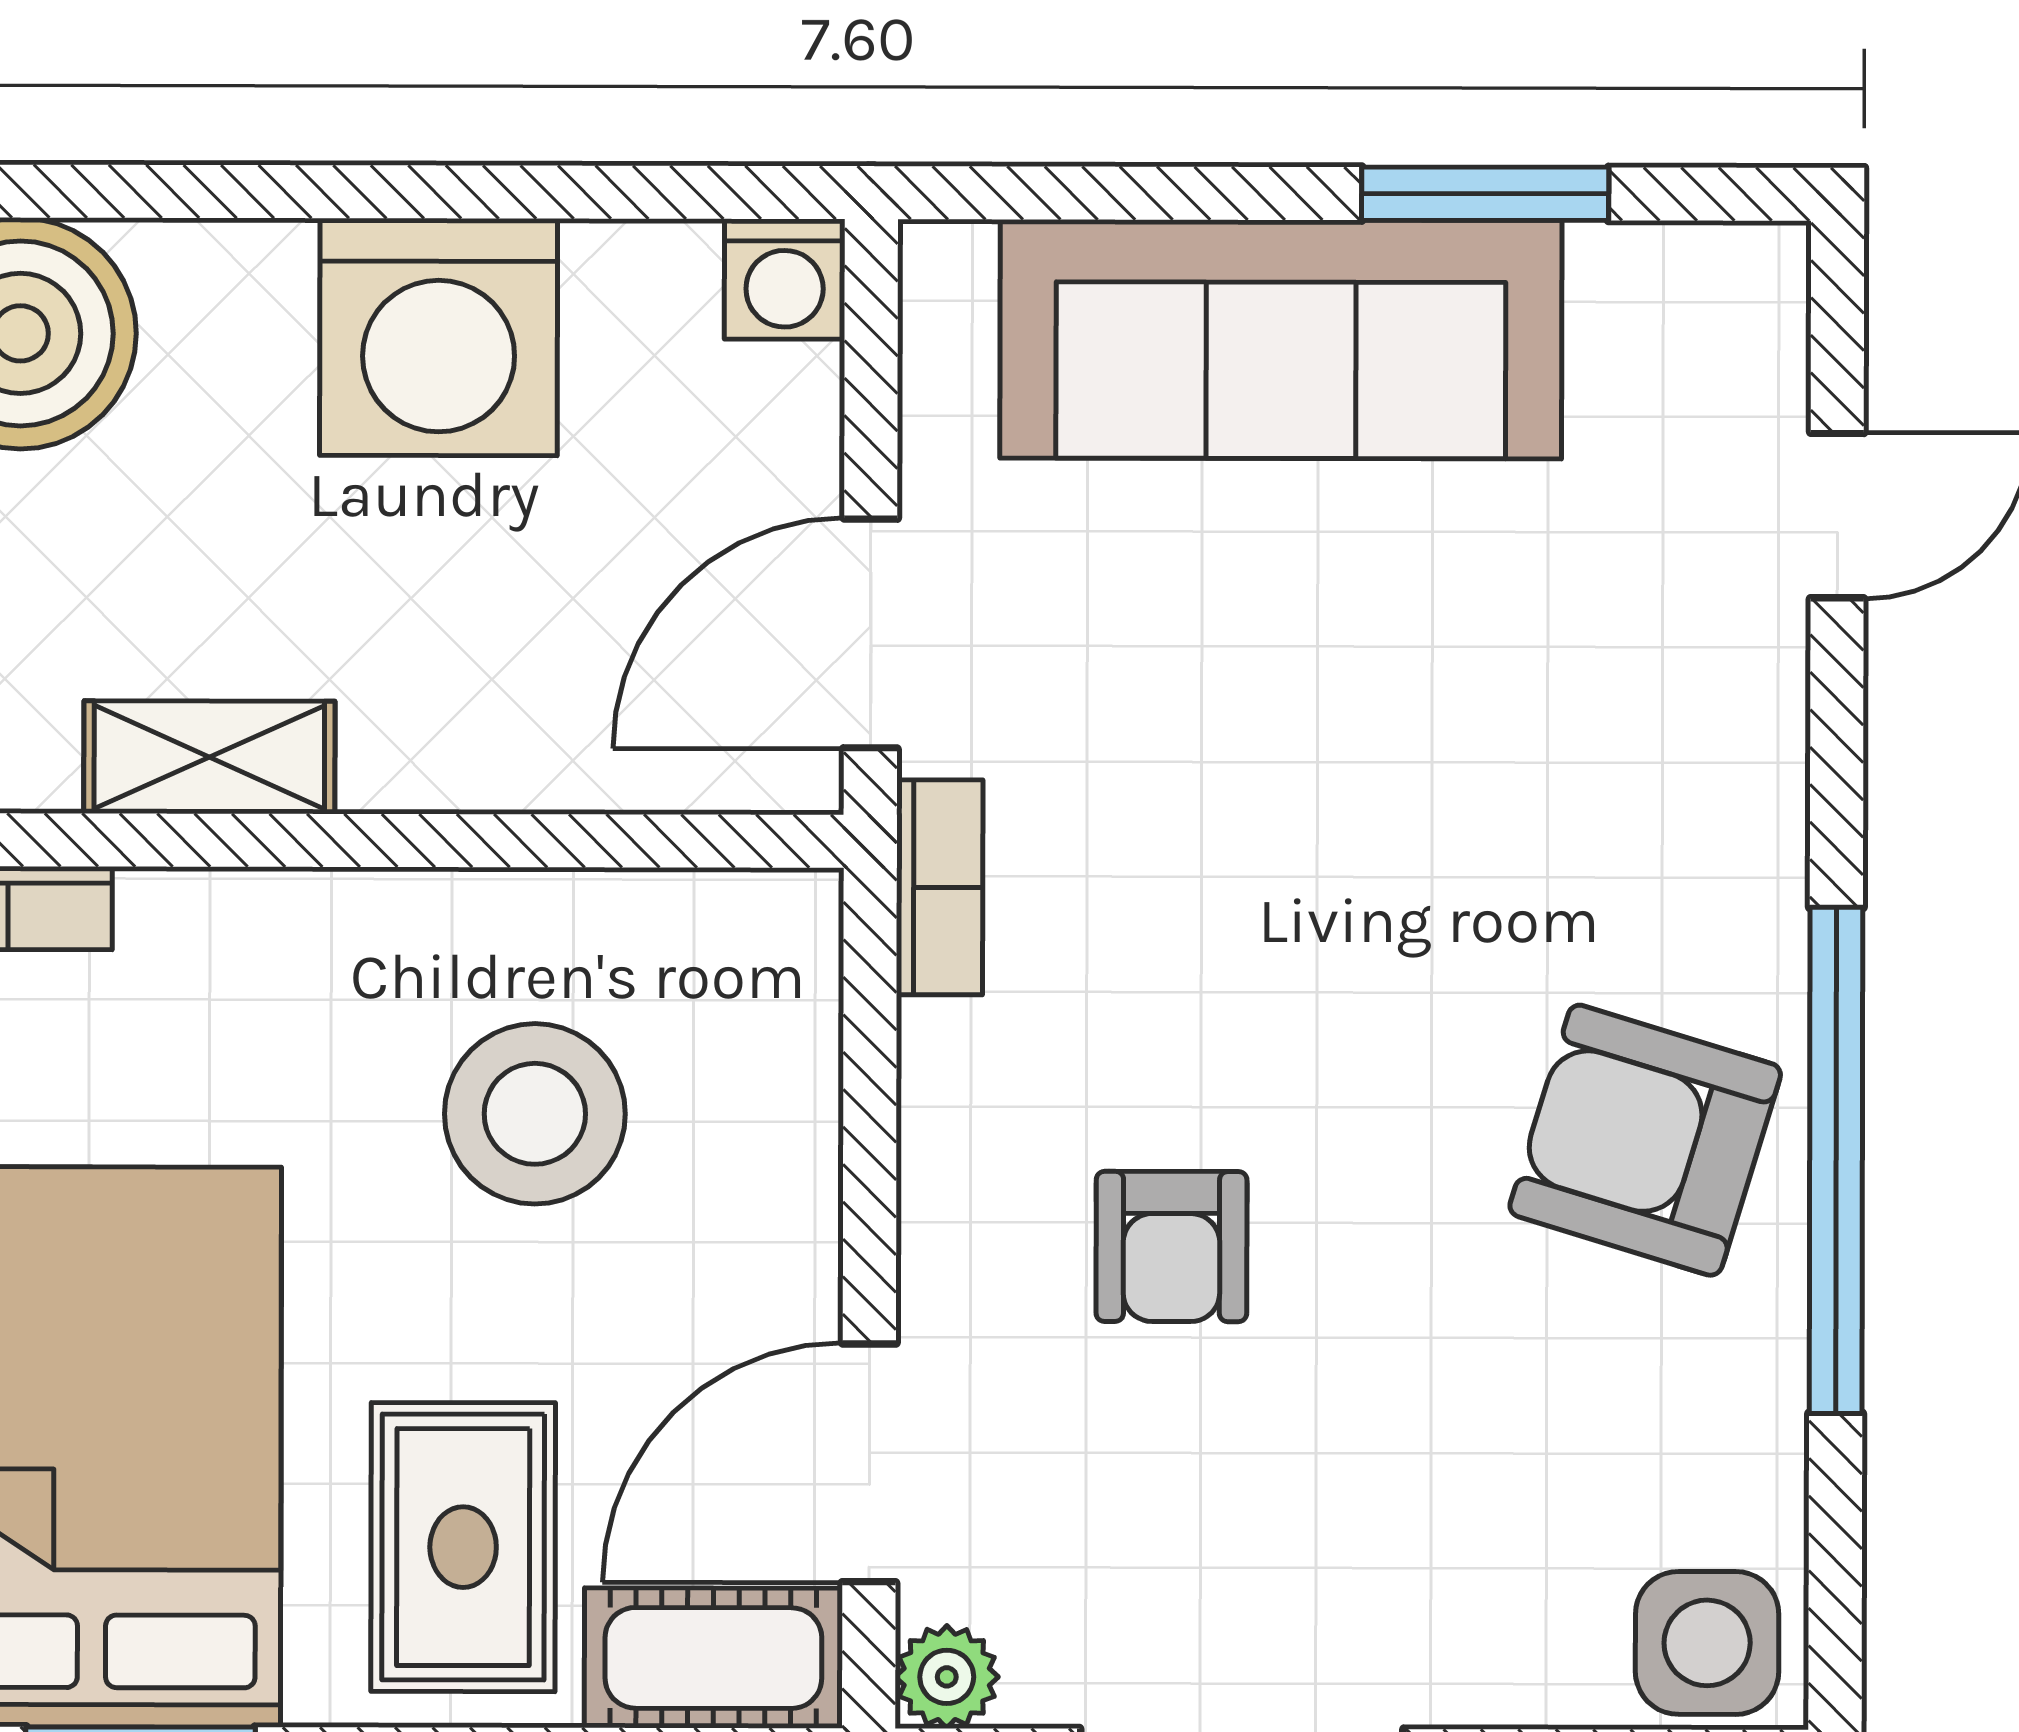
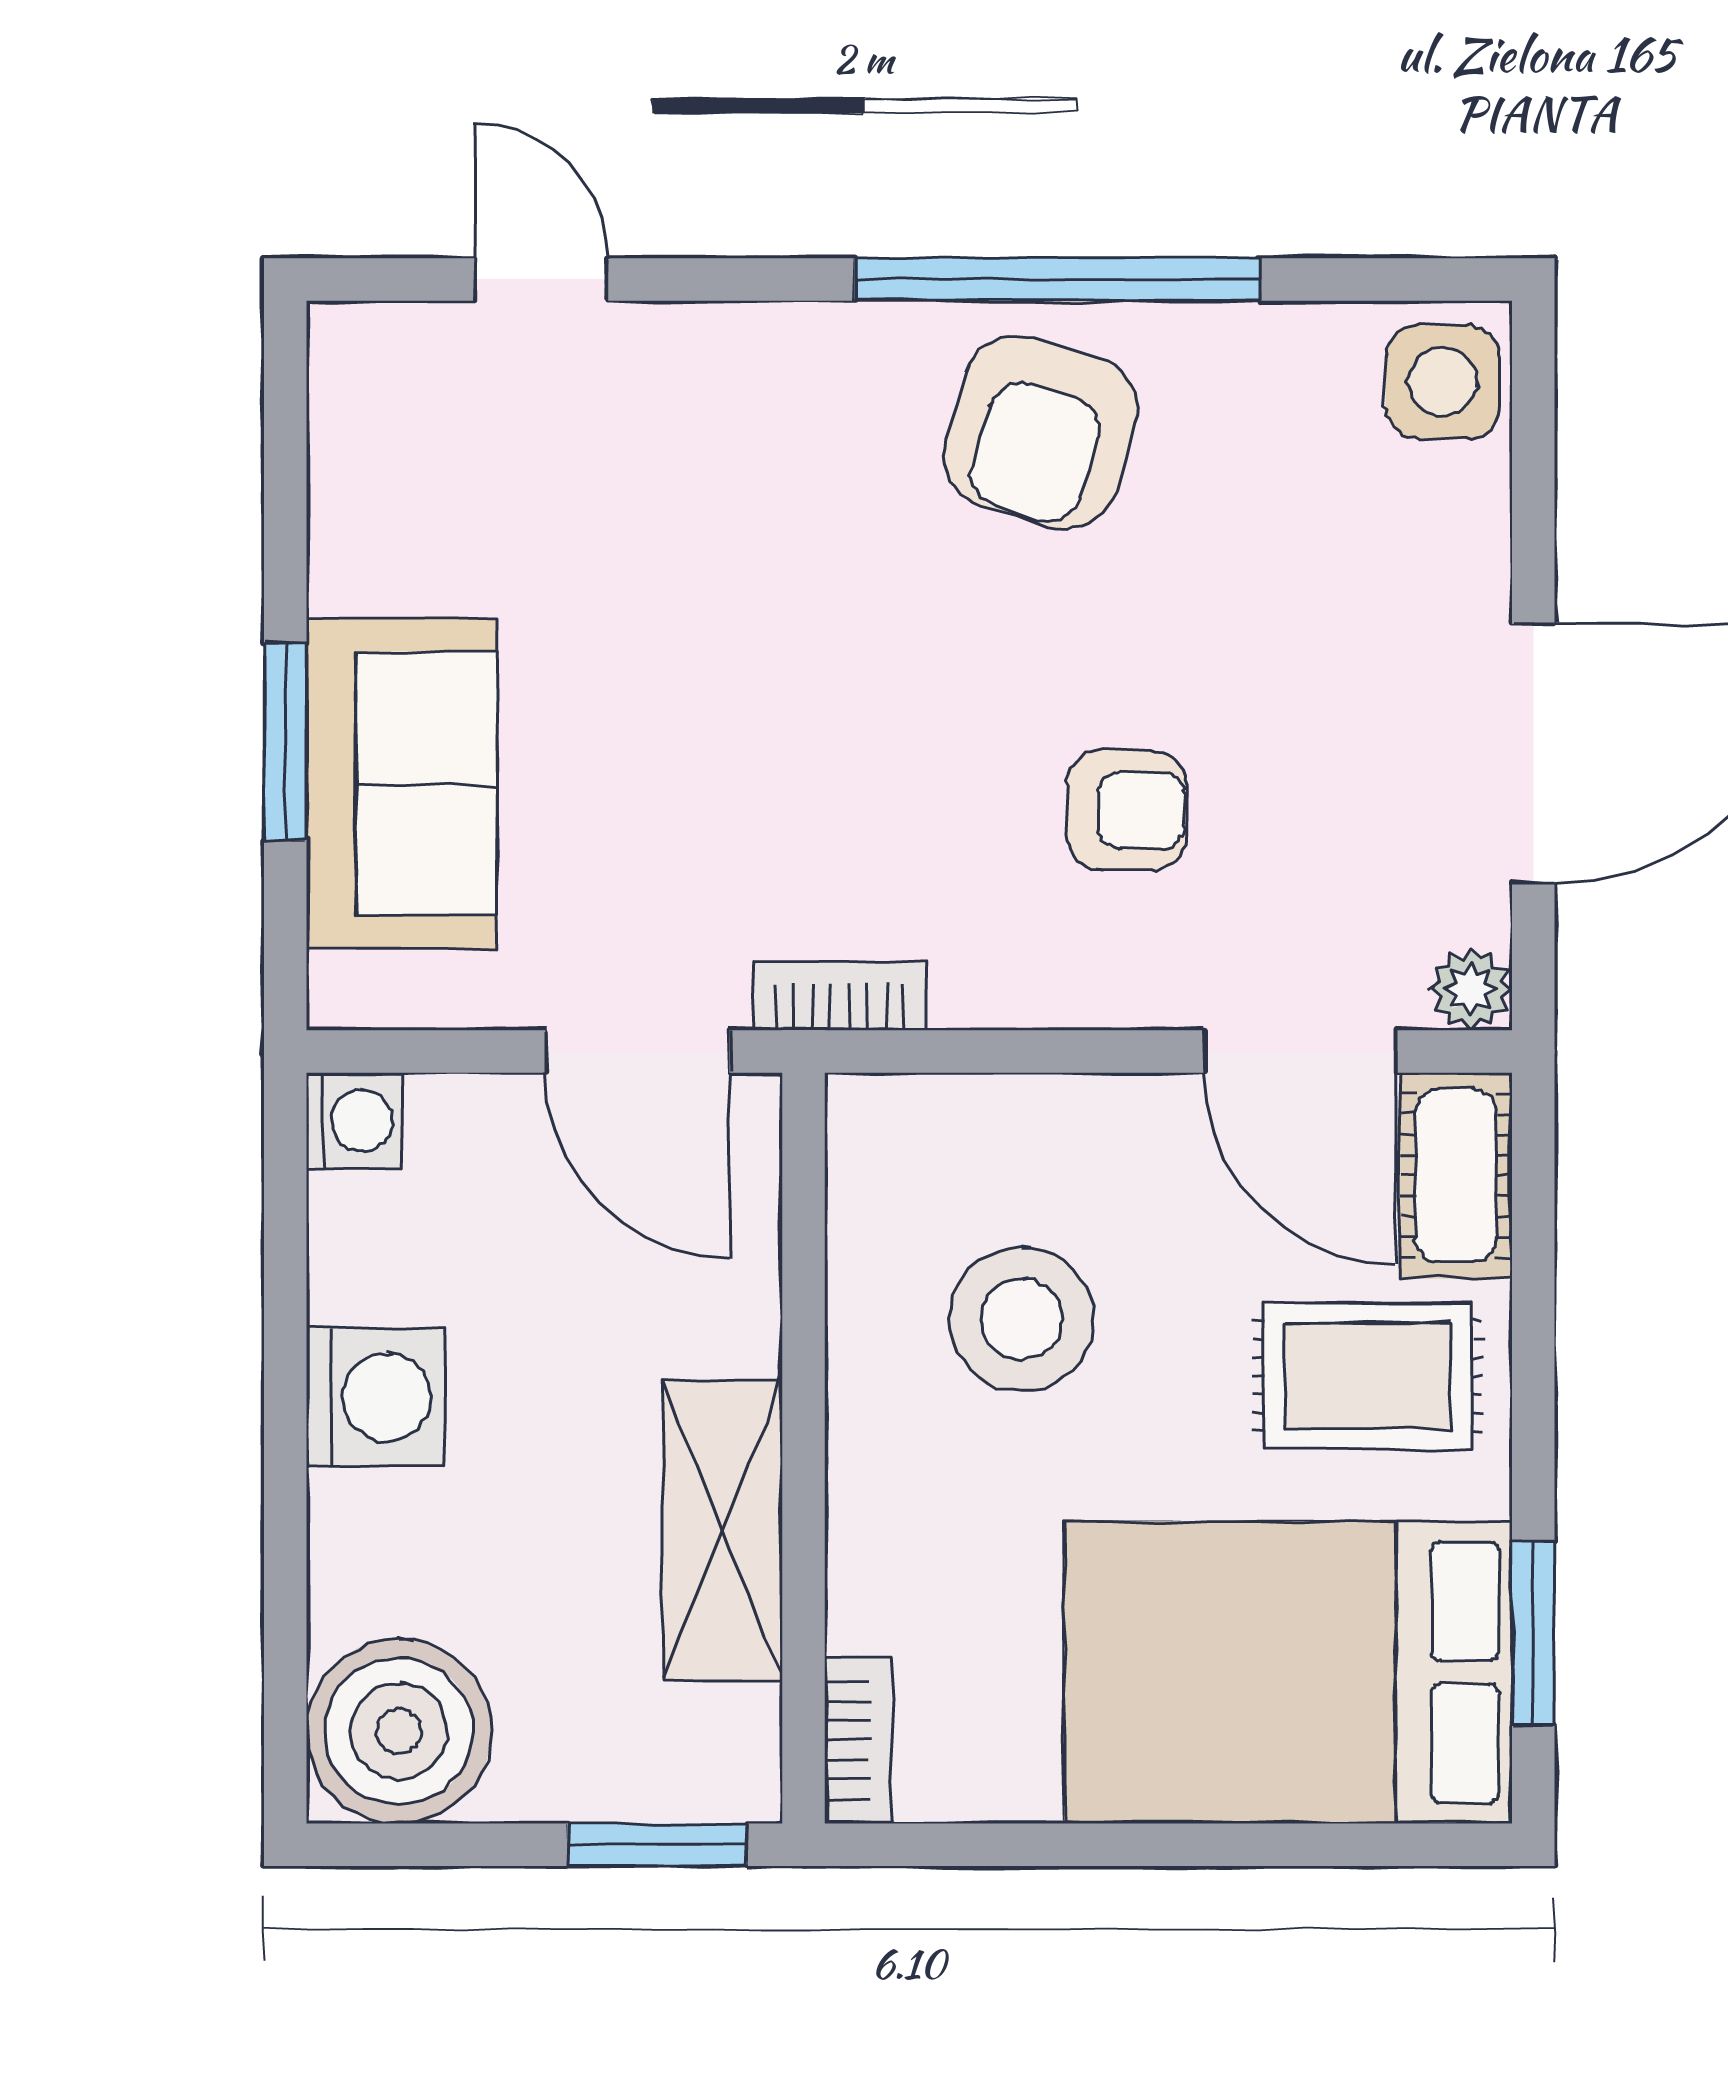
window: (1485, 194) -> (285, 741), moved
washing machine: (439, 337) -> (376, 1397), width x0.73, depth x0.73
sofa: (1281, 339) -> (402, 784), width x0.73
shelving: (209, 757) -> (722, 1530), width x1.50, depth x1.33

